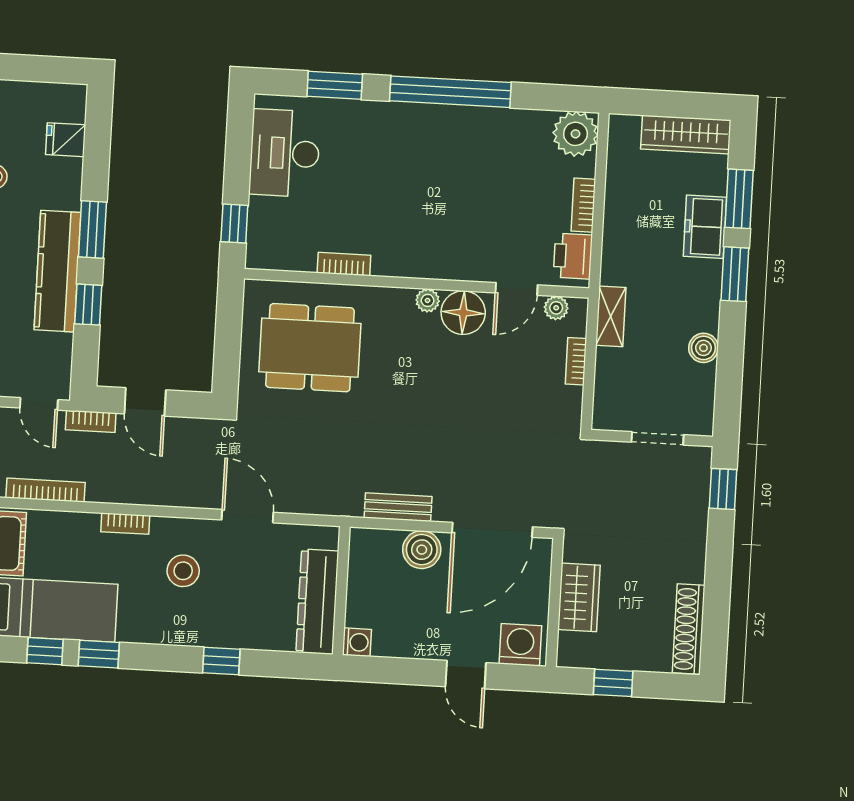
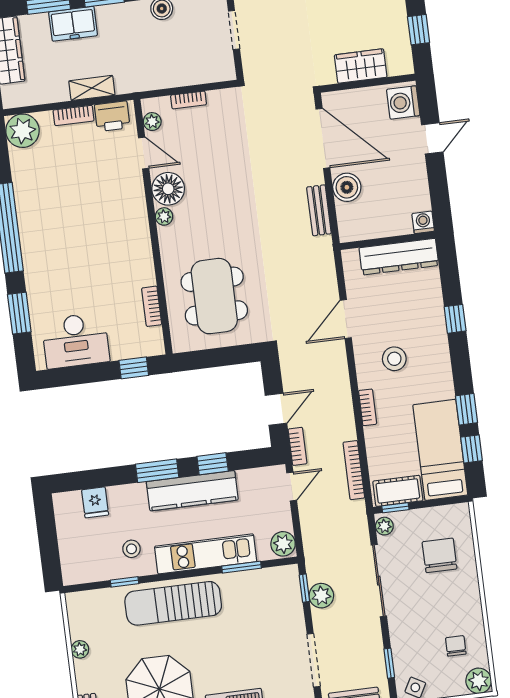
bookcase: (344, 264) -> (152, 306), moved
shelving: (611, 316) -> (92, 88), moved

